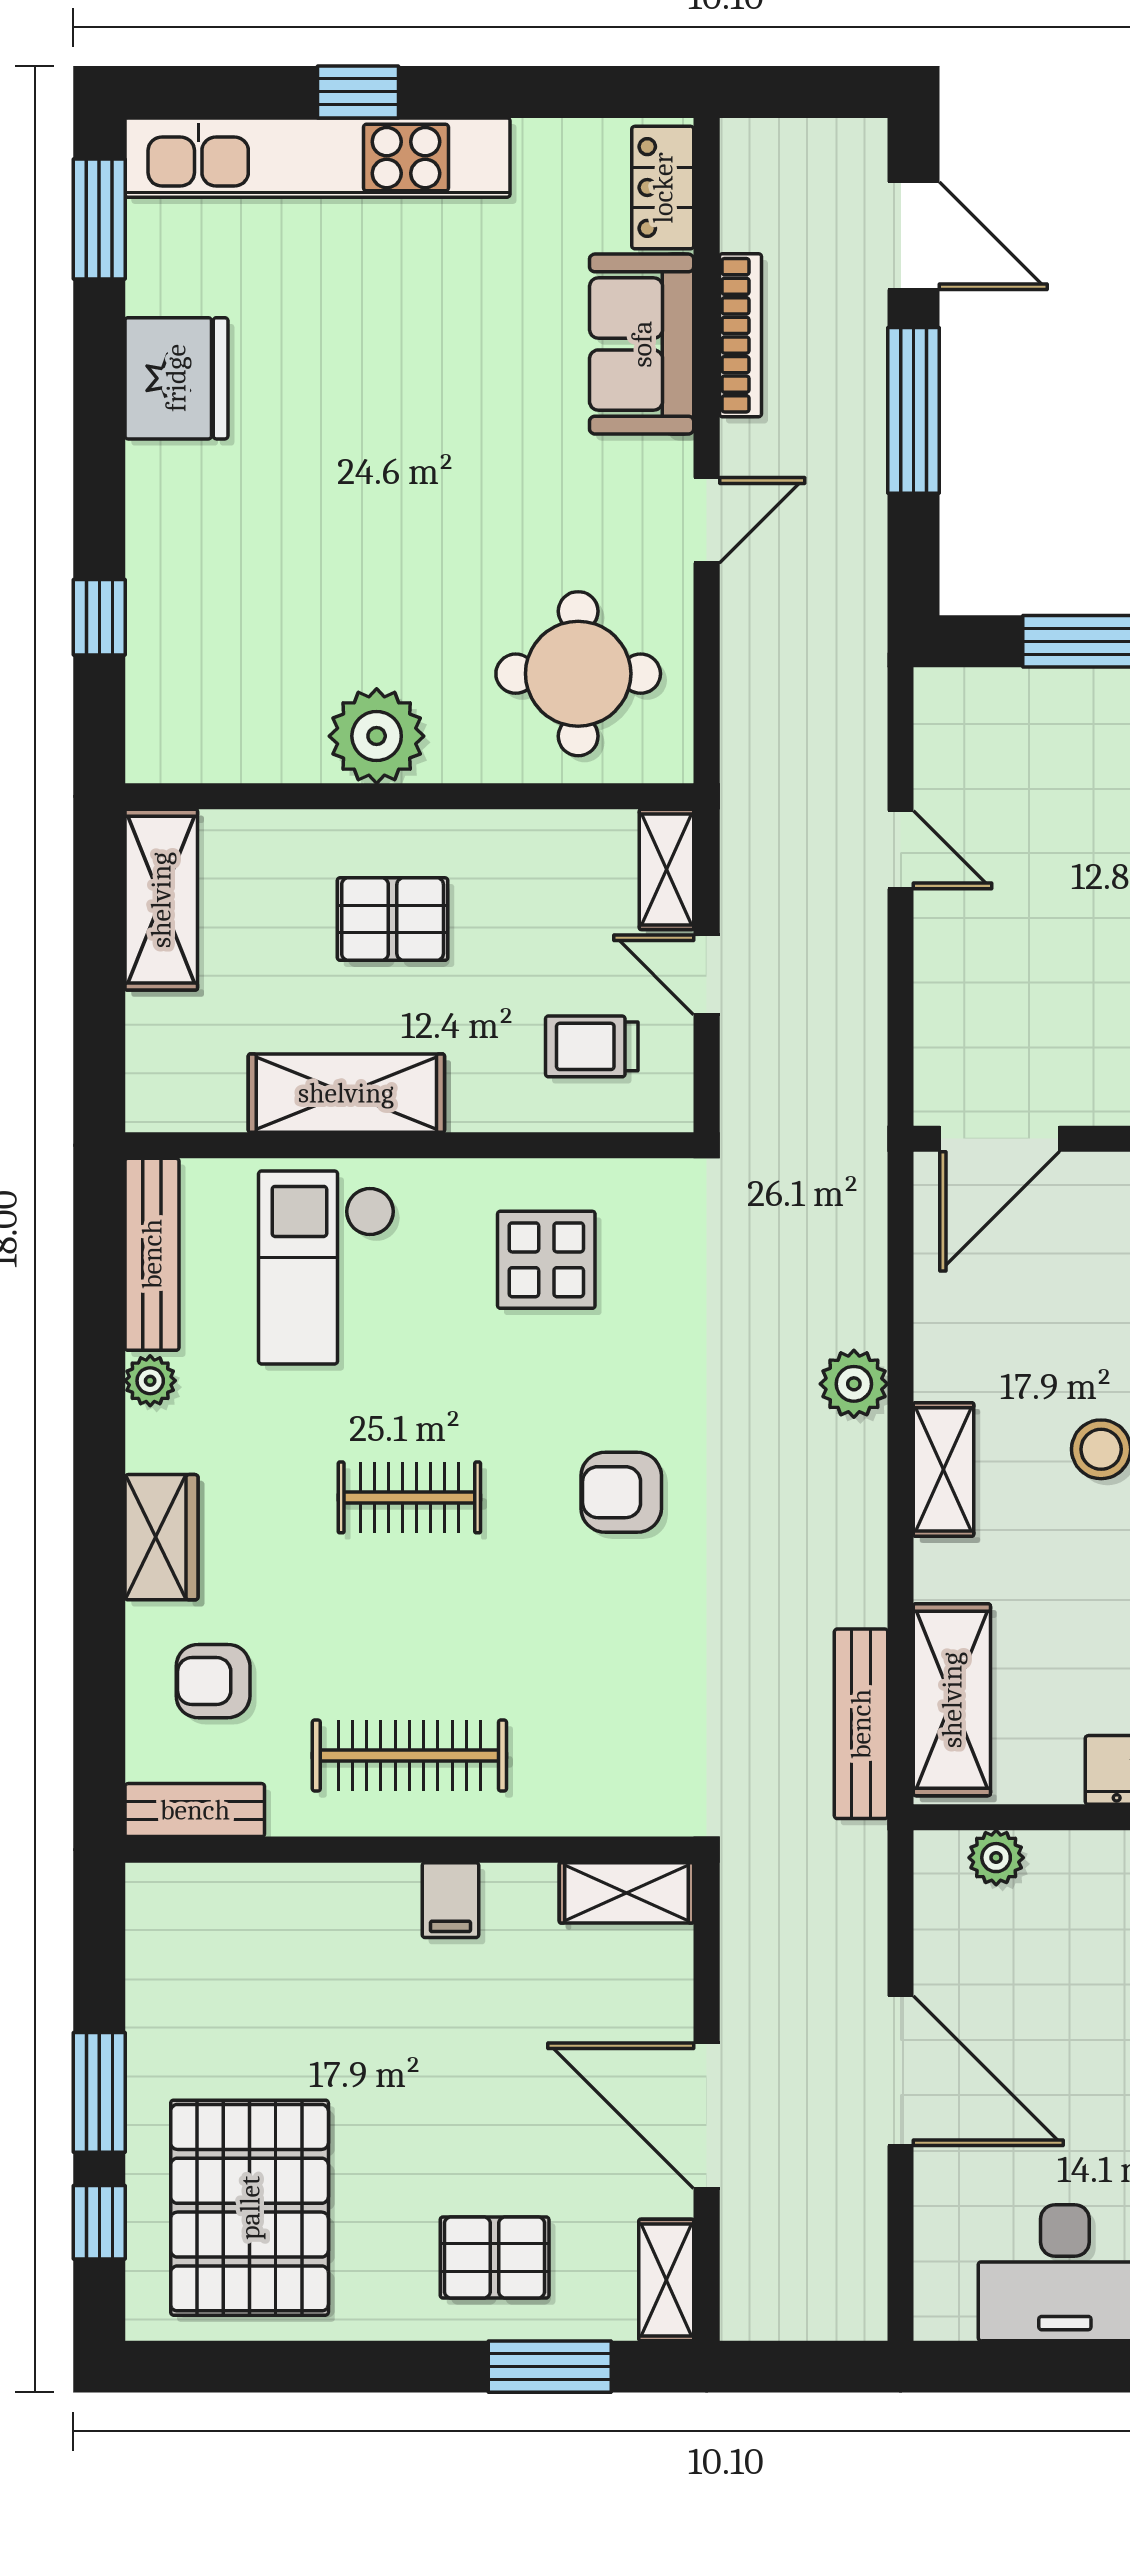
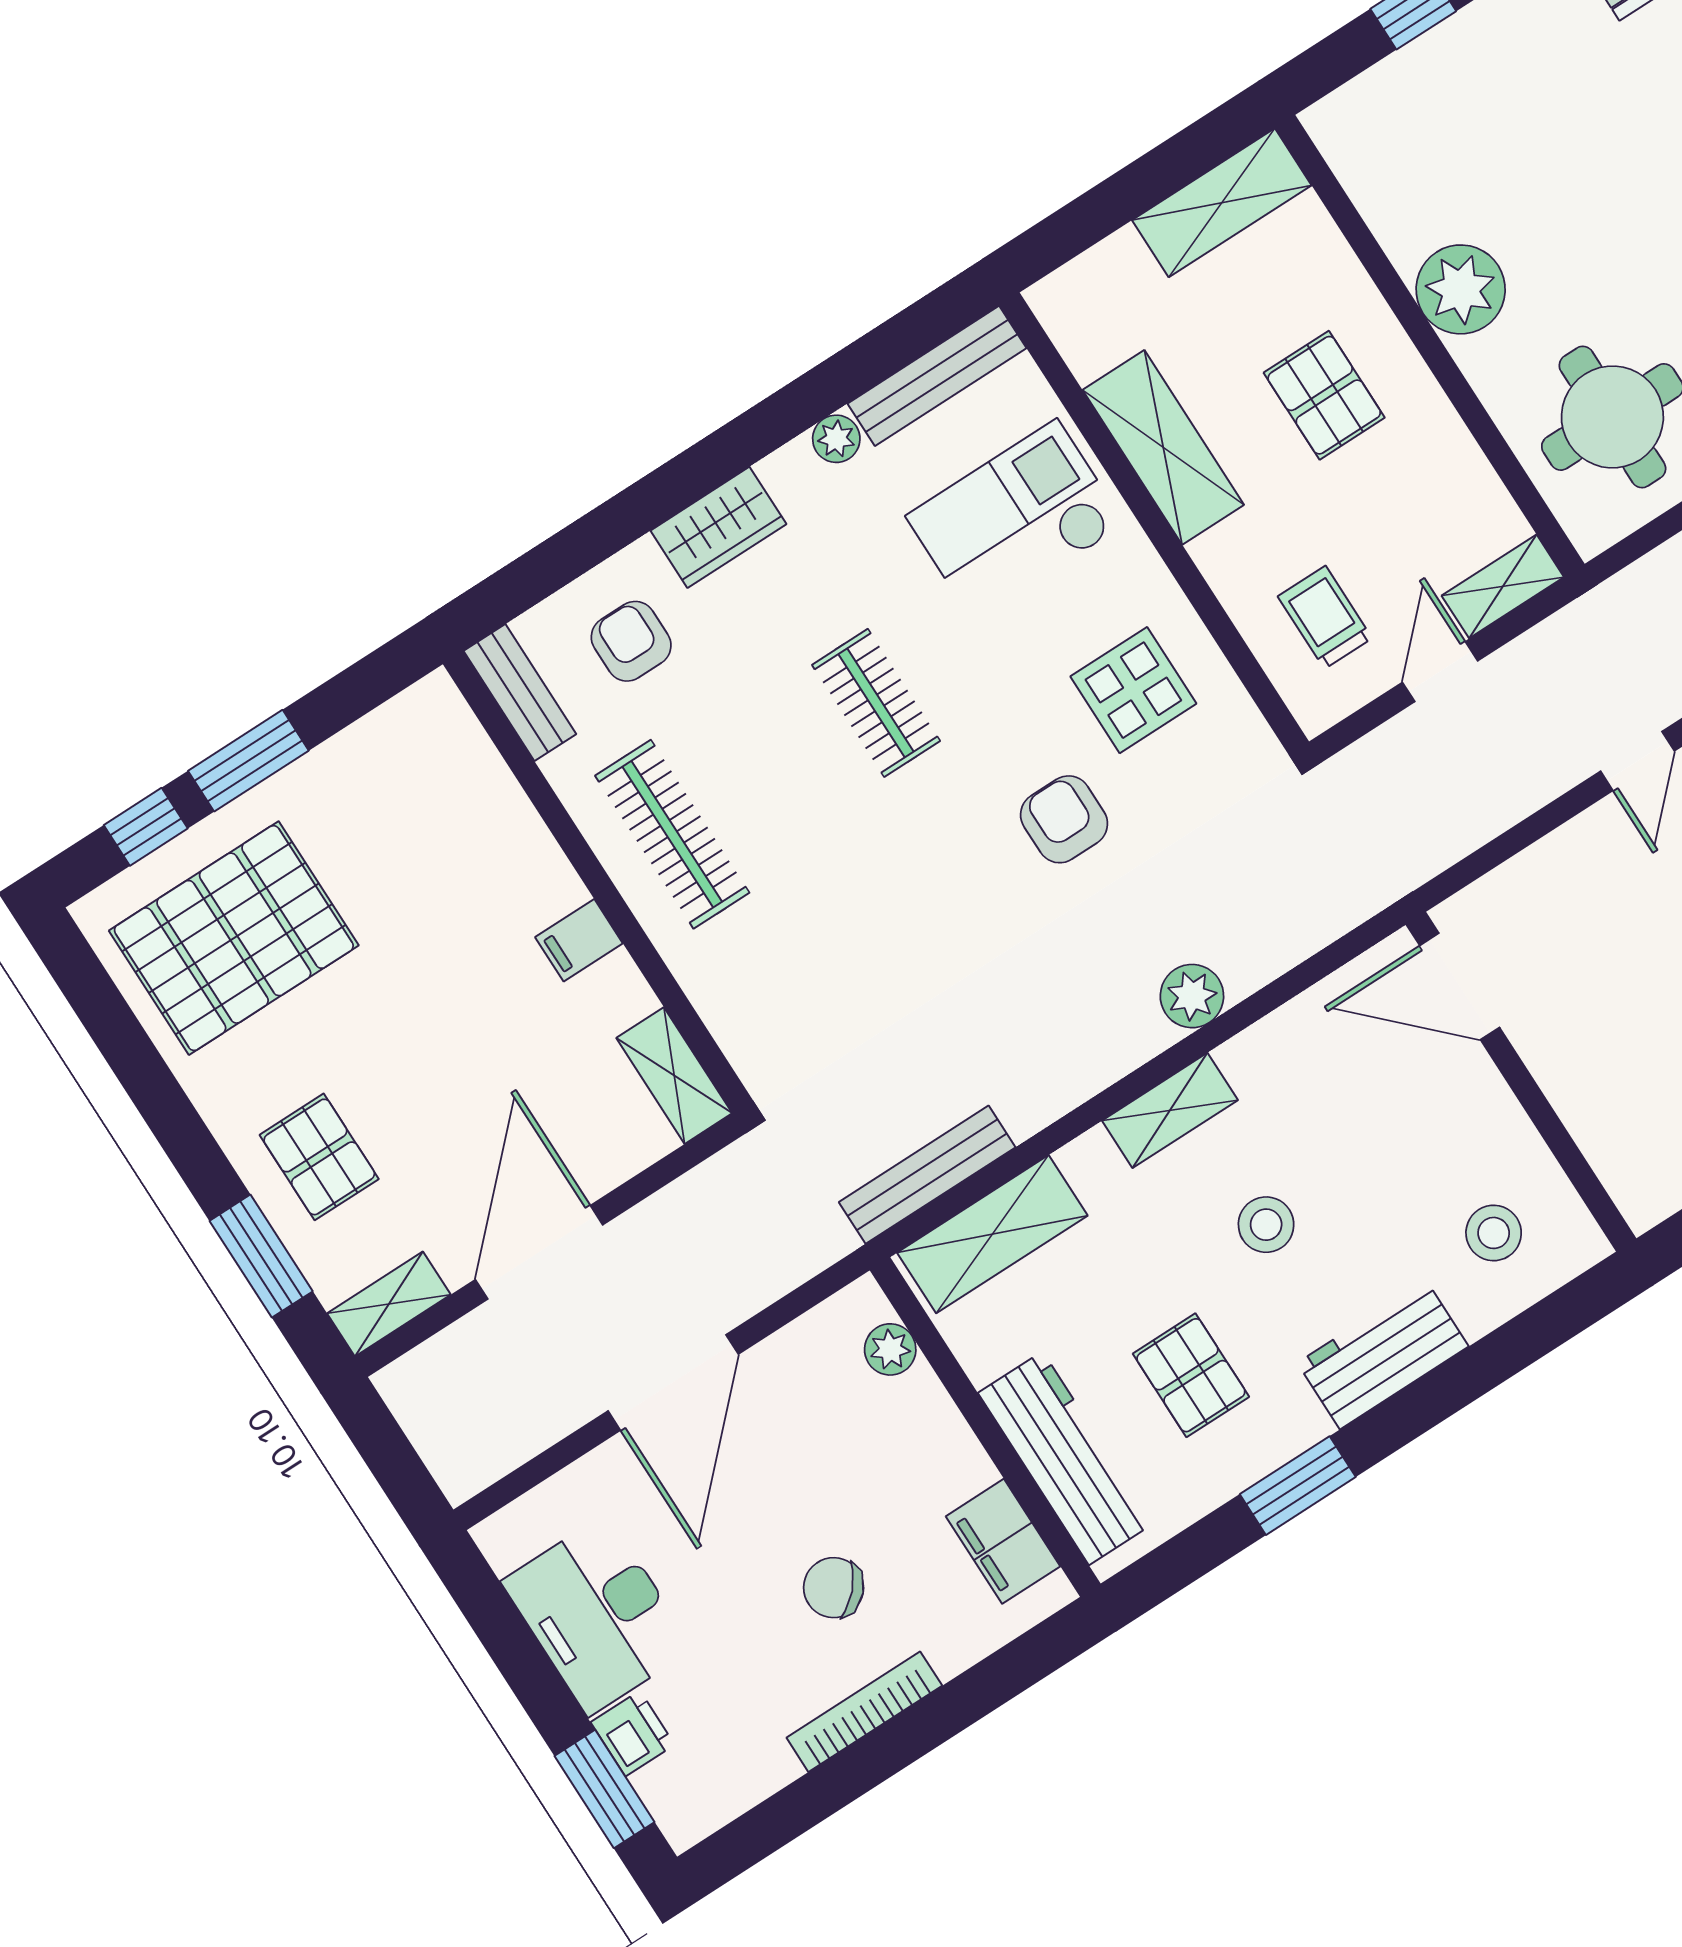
armchair: (621, 1492) -> (1064, 819), moved

